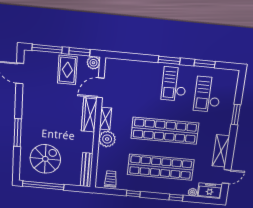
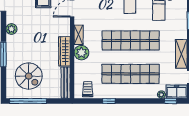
plant: (28, 105) -> (11, 29), added
wardrobe: (89, 115) -> (64, 51), moved
spiral stairs: (45, 159) -> (29, 76), turned 90
window: (176, 198) -> (171, 101), moved

